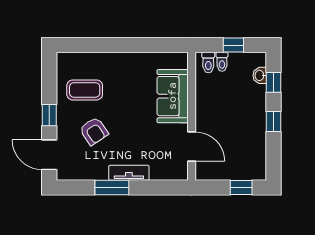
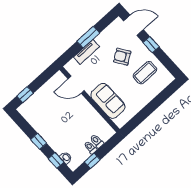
sofa: (173, 96) -> (108, 101), moved
wall: (192, 116) -> (90, 99), moved
door: (192, 147) -> (76, 85), moved

